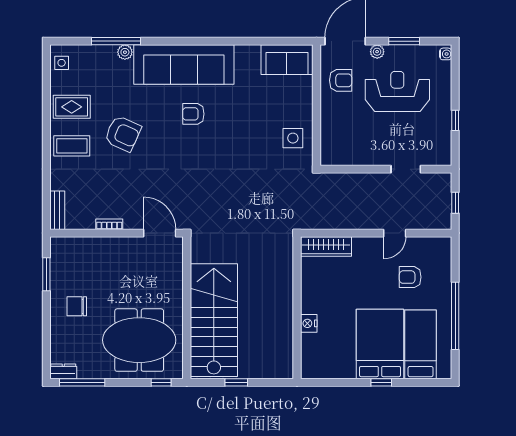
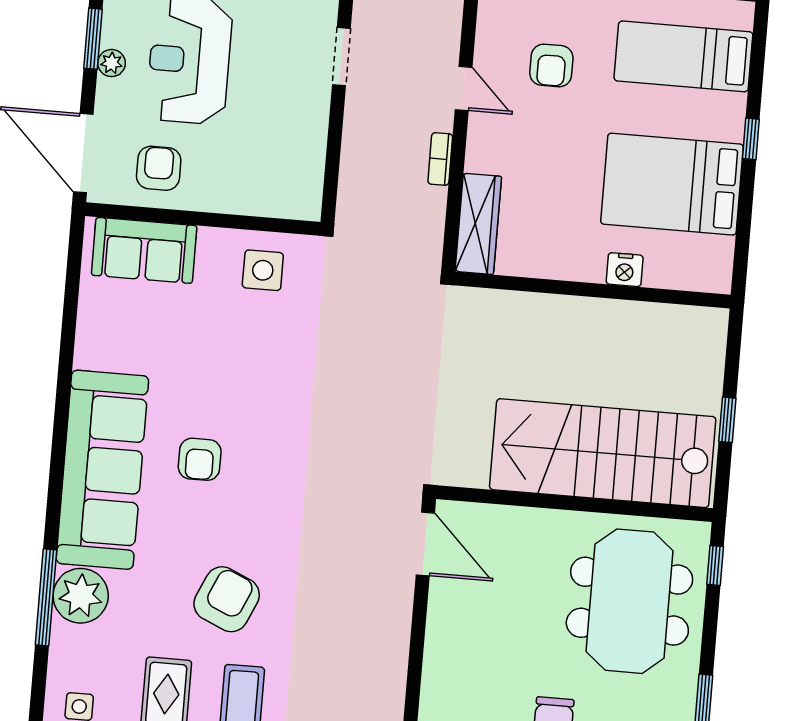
plant: (125, 52) -> (81, 596), width x1.87, depth x1.87
plant: (377, 52) -> (112, 63), moved
sofa: (287, 60) -> (144, 250), moved, turned 90
bookcase: (109, 224) -> (440, 159), moved
door: (160, 233) -> (425, 544), swing flipped
bed: (380, 344) -> (672, 184), moved

